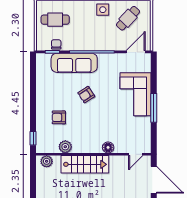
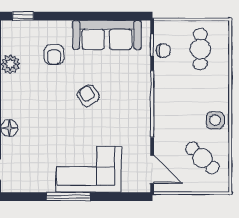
sofa: (74, 63) -> (107, 35), moved, turned -90
armchair: (59, 117) -> (54, 55), turned 180

